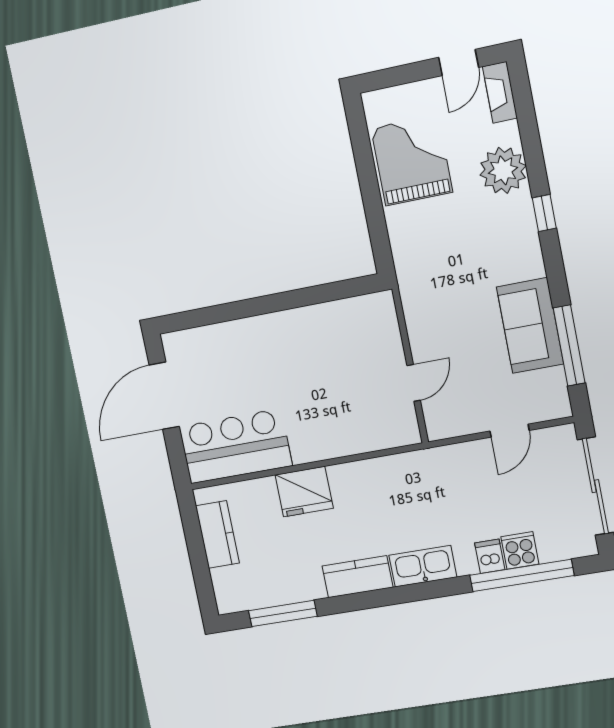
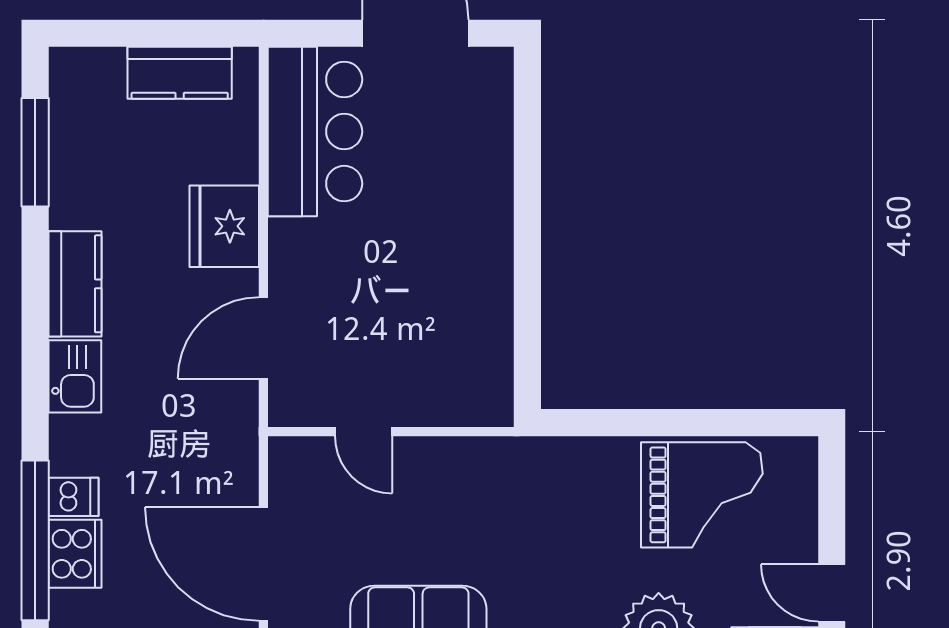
door: (510, 431) -> (263, 564), width x1.88
door: (368, 456) -> (263, 338), added
cooker: (520, 550) -> (75, 554), width x1.36
kitchen sink: (423, 566) -> (75, 376), width x0.73

